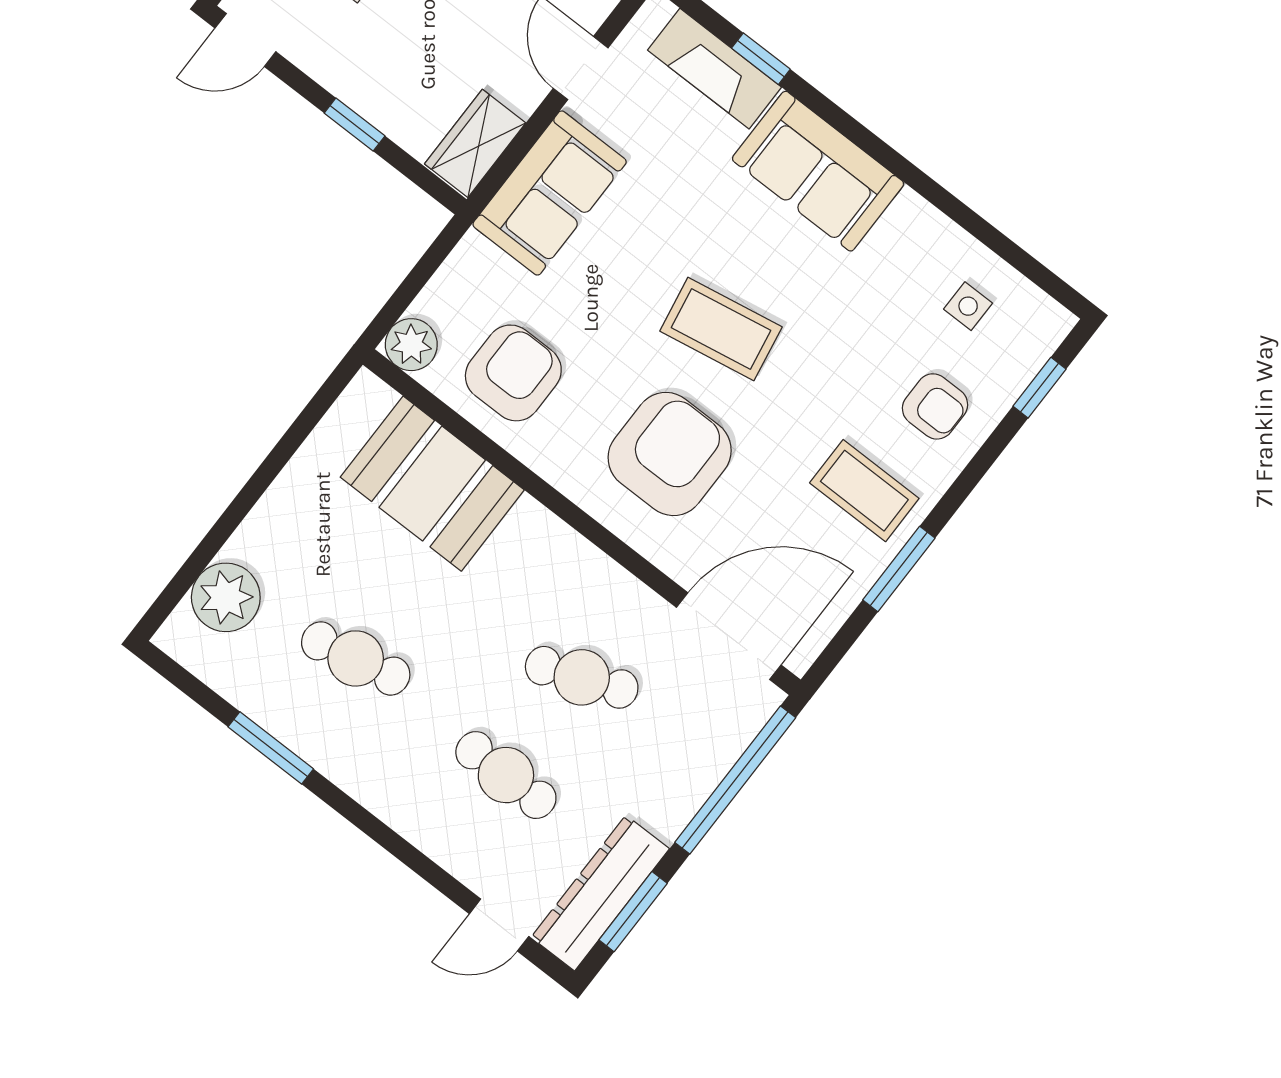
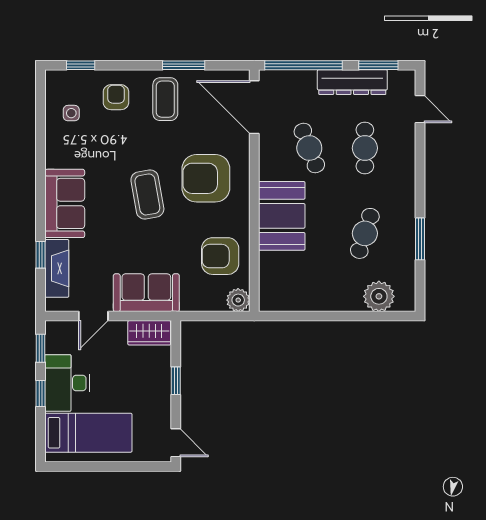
booth: (432, 484) -> (282, 216), moved
cafe table: (356, 658) -> (365, 233), turned 30
dresser: (600, 893) -> (352, 82), moved

